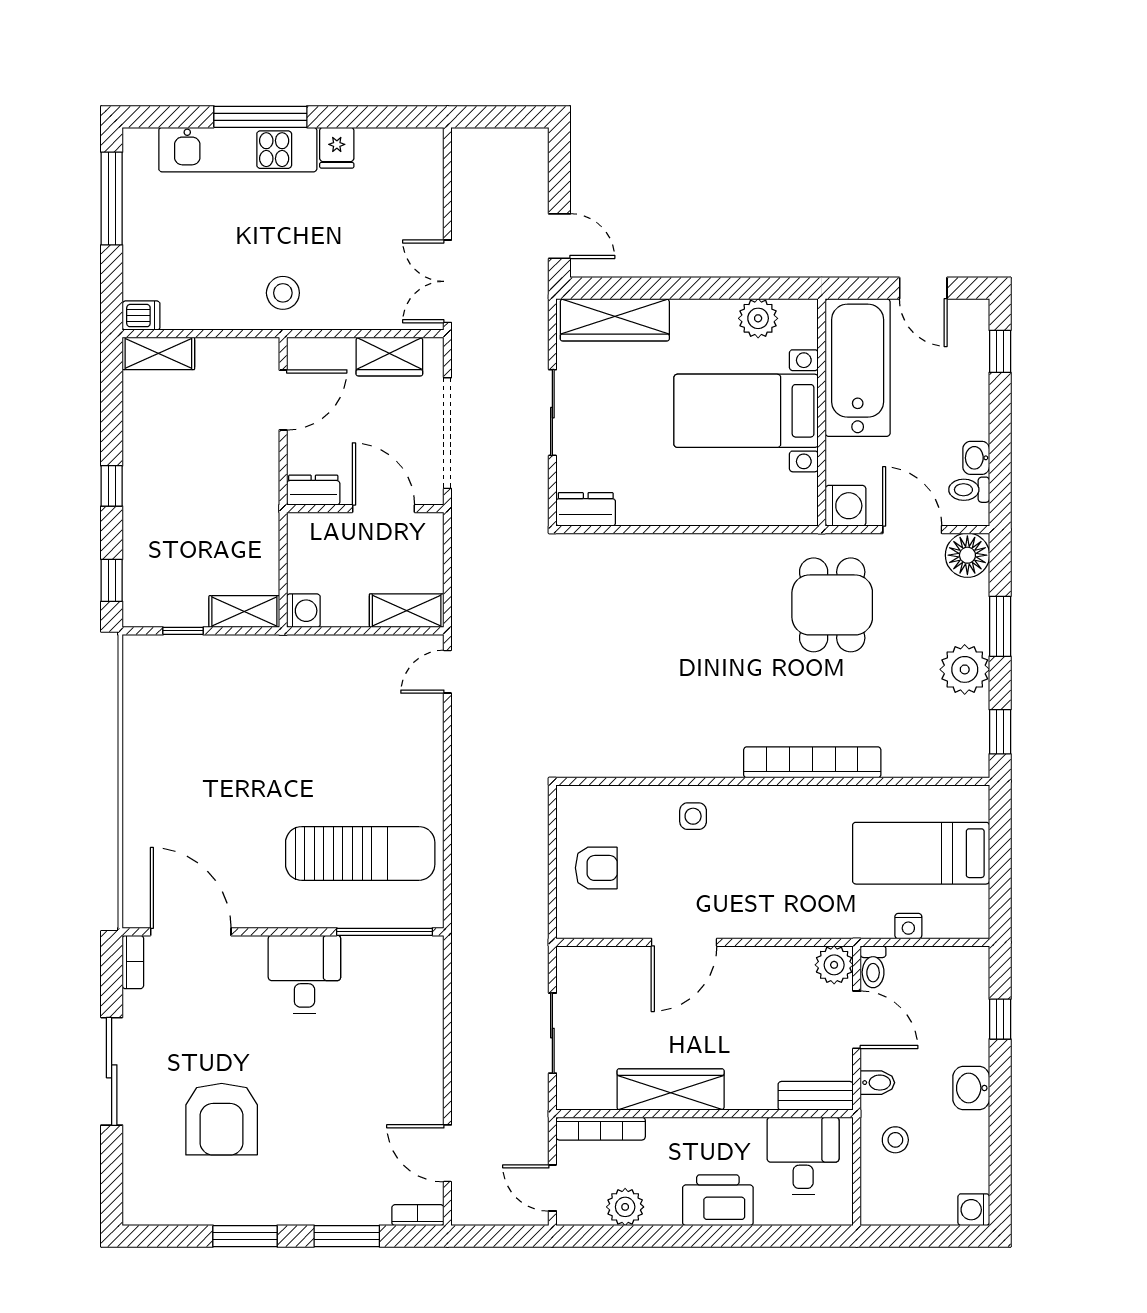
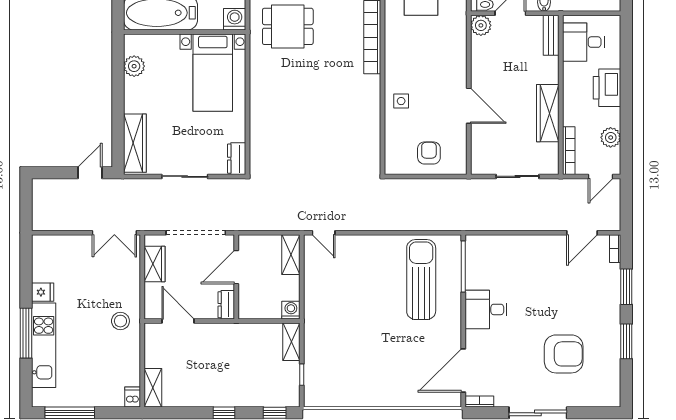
bed with nightstands: (746, 411) -> (213, 73), moved

